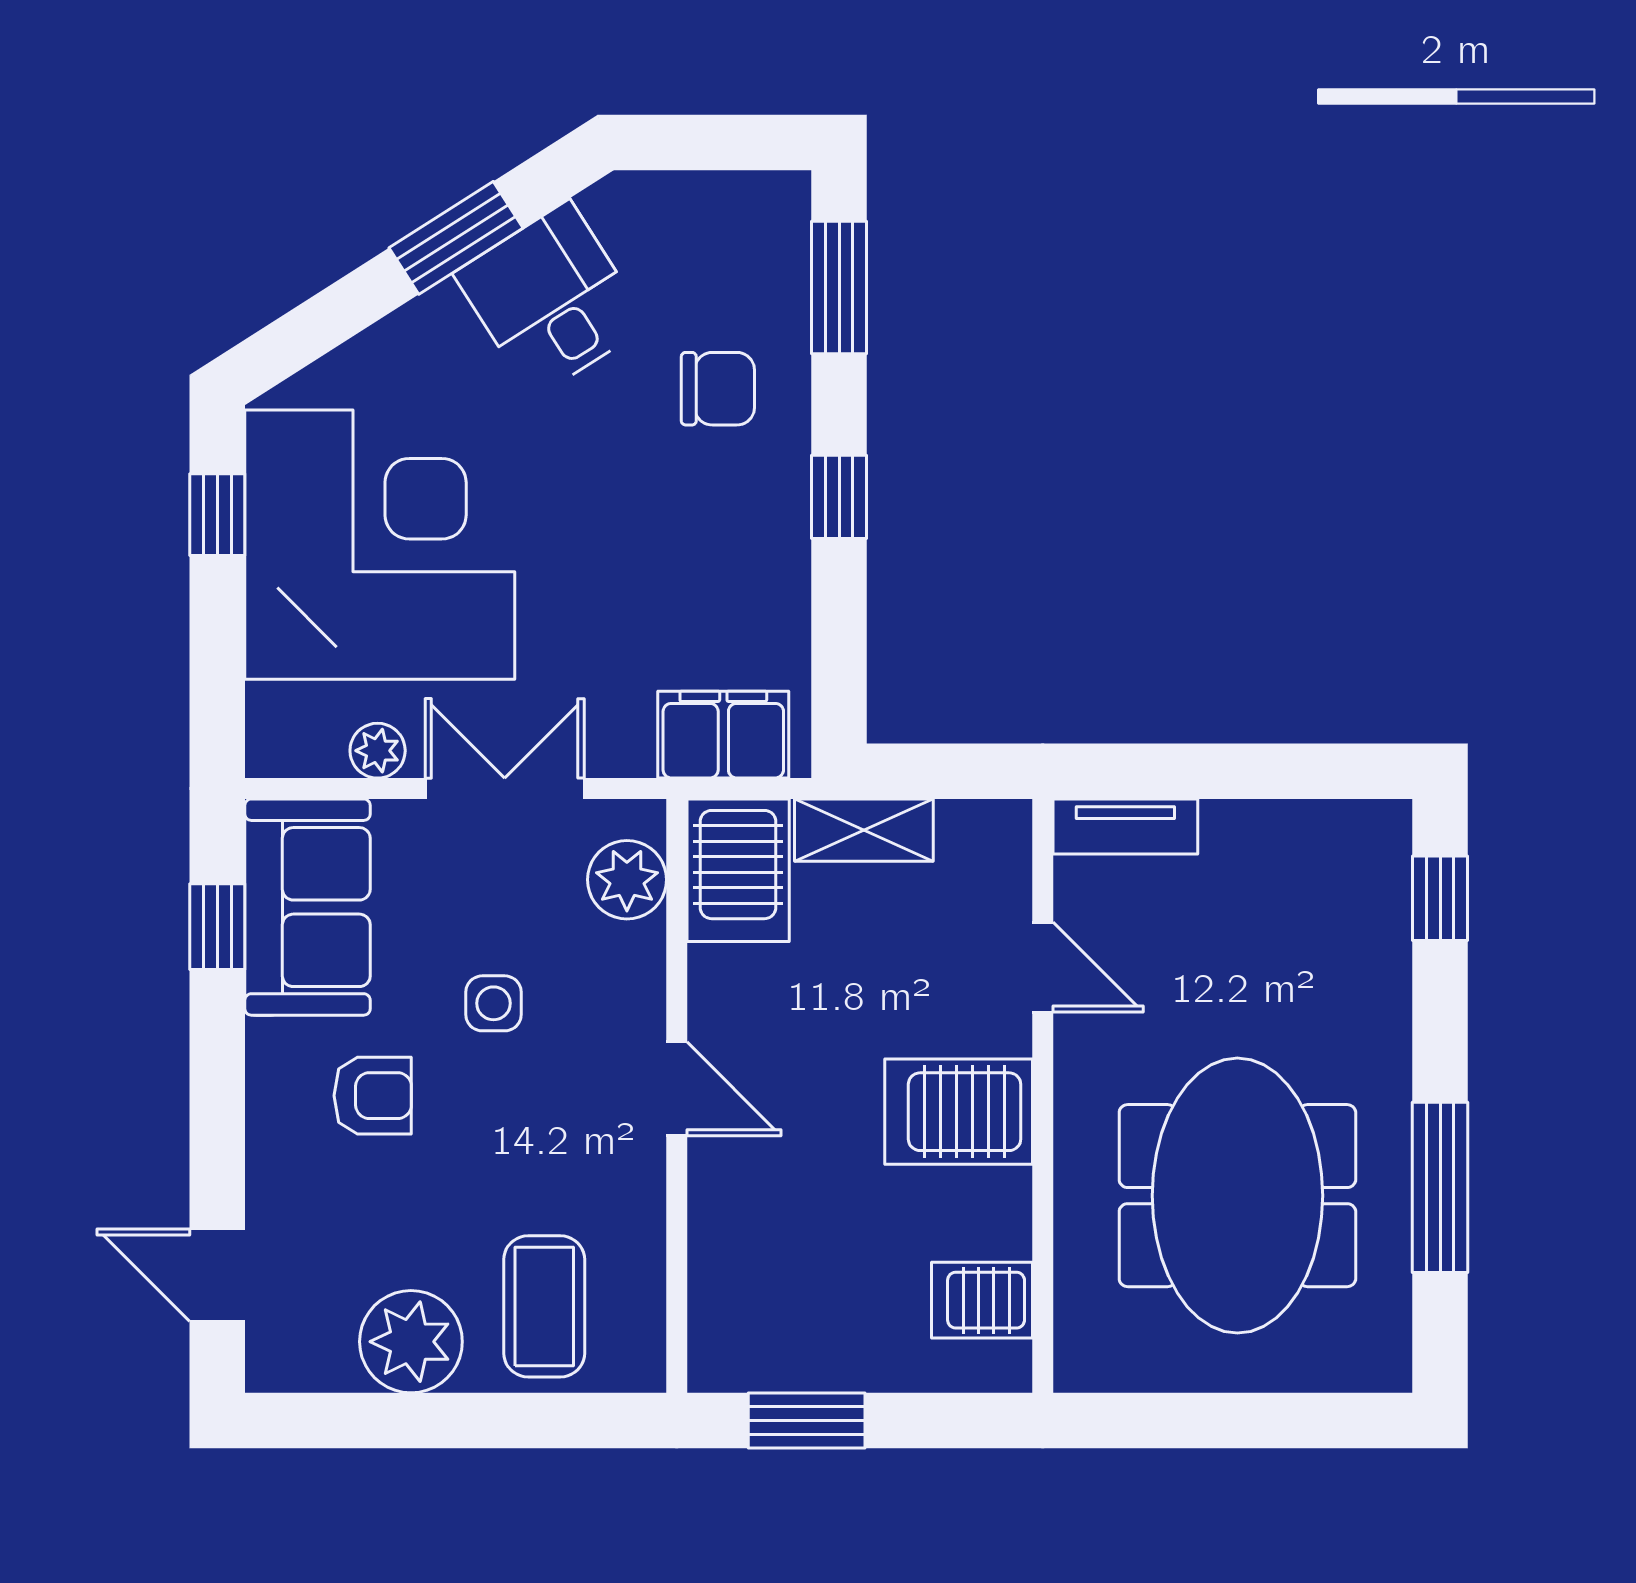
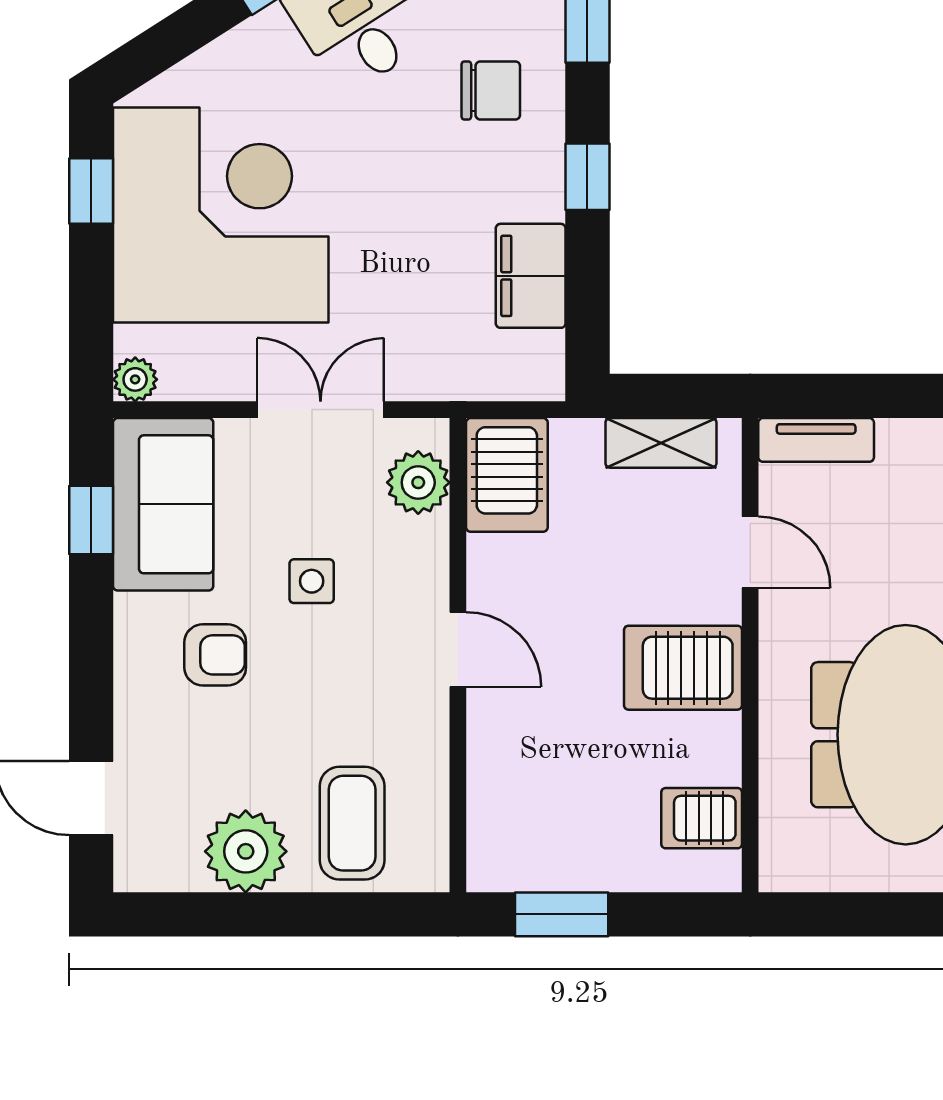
filing cabinet: (723, 735) -> (531, 276), moved, turned -90
plant: (378, 751) -> (135, 379), moved
shelving: (864, 830) -> (661, 443), moved

